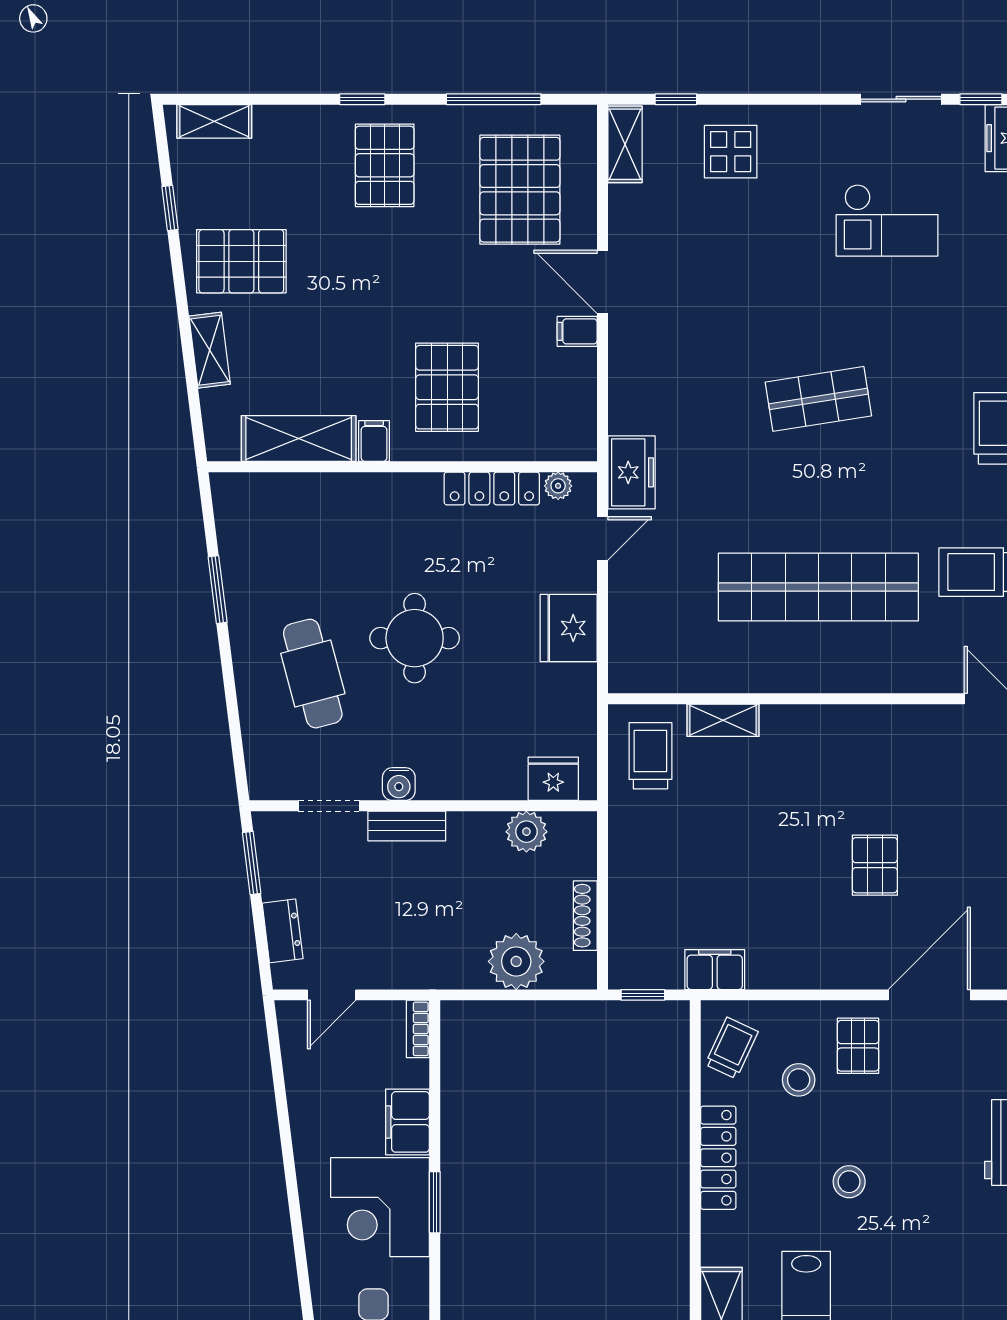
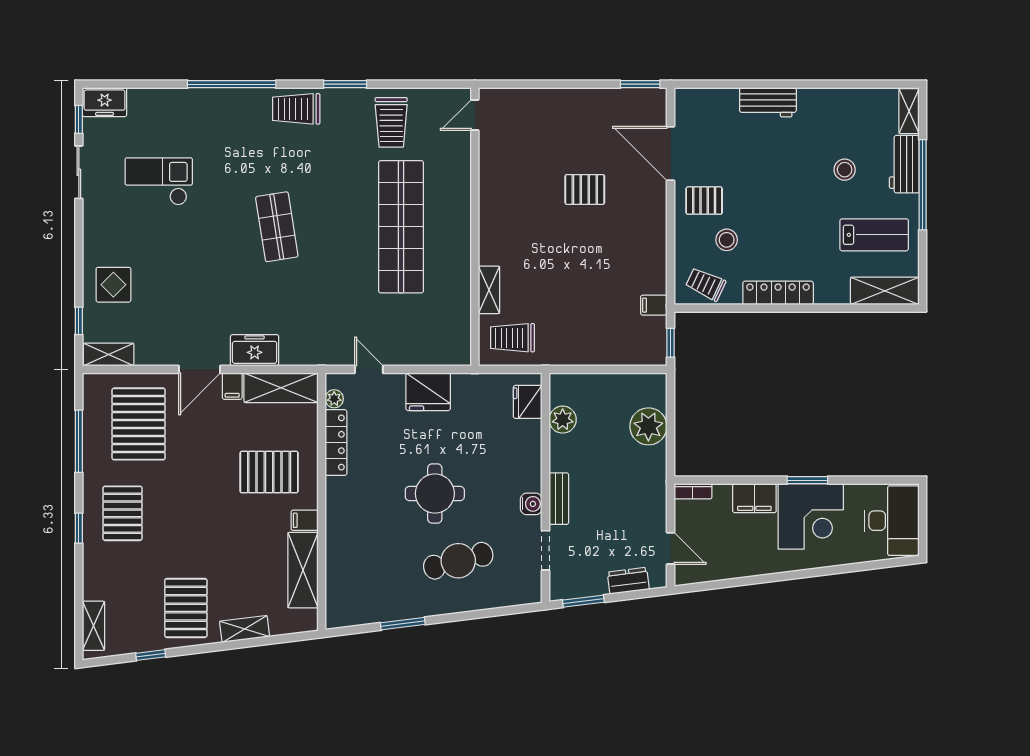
pallet: (385, 165) -> (122, 513), turned 90
pallet: (520, 190) -> (139, 424), turned 90
checkout: (887, 220) -> (159, 181), turned -90
shelving: (575, 405) -> (281, 388), added
freezer: (632, 472) -> (255, 350), moved
shoe rack: (585, 916) -> (618, 381), removed
filing cabinet: (715, 970) -> (654, 305), width x0.50
stool: (849, 1182) -> (845, 170), moved

